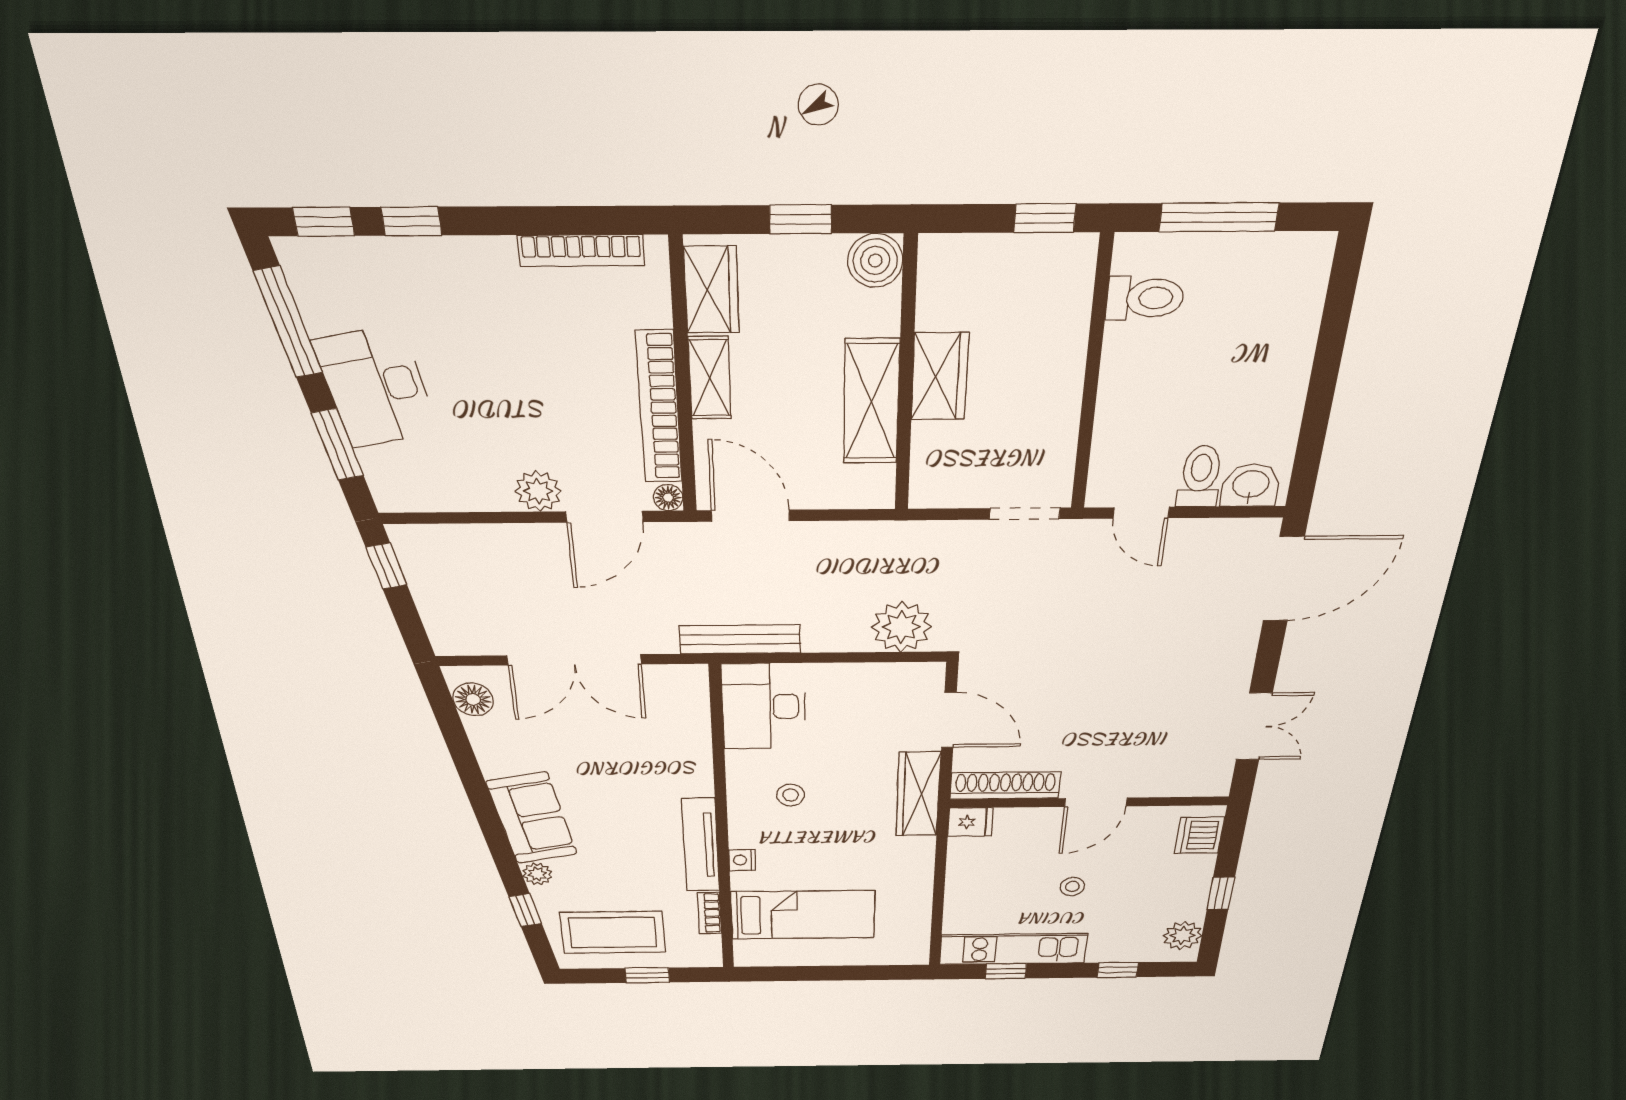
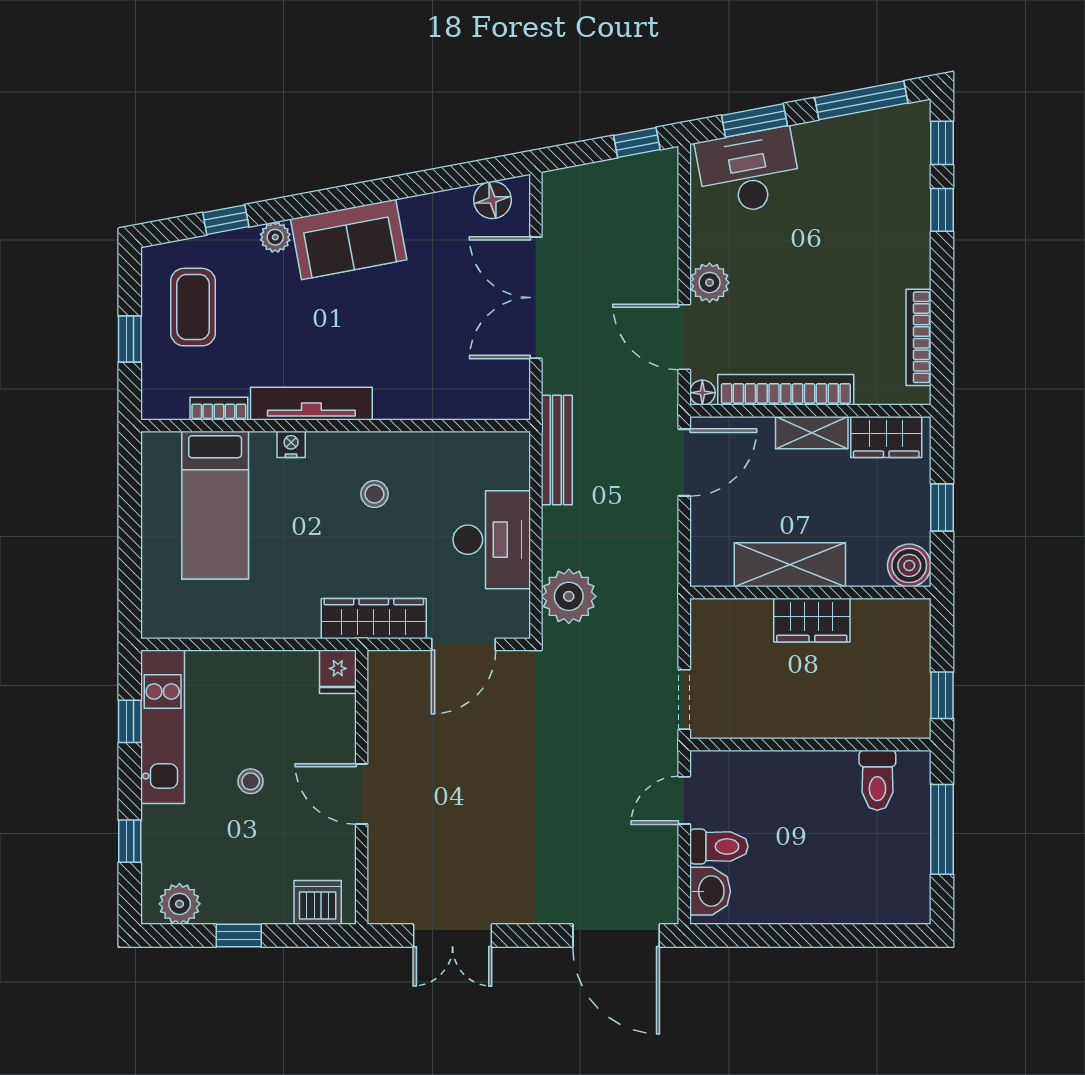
desk: (376, 387) -> (749, 172), moved
desk: (764, 707) -> (492, 540), moved, turned 90
shoe rack: (1005, 786) -> (384, 703), removed
coffee table: (613, 932) -> (193, 307), width x0.73, depth x0.76

